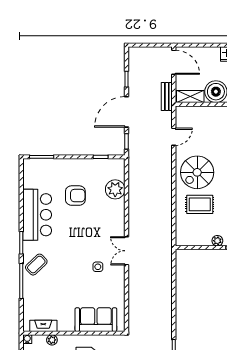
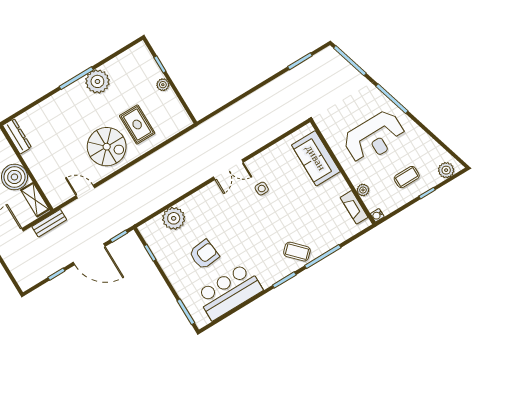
armchair: (75, 196) -> (204, 254), turned 84
bar counter: (37, 215) -> (229, 292), moved

